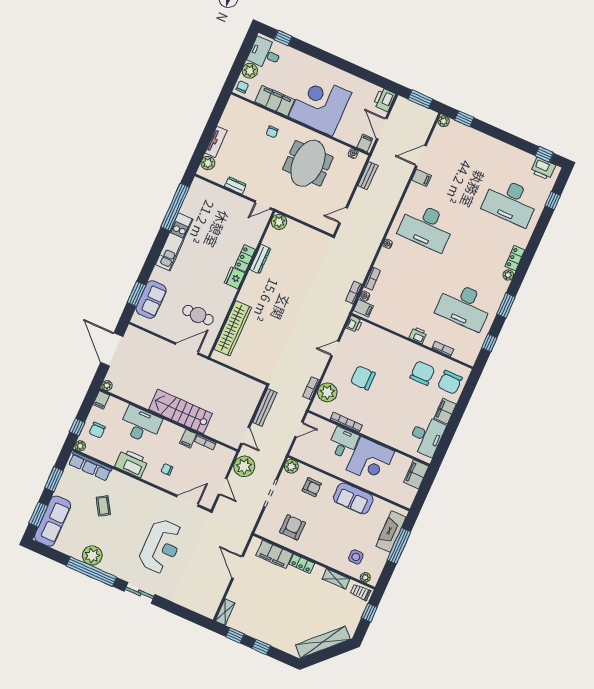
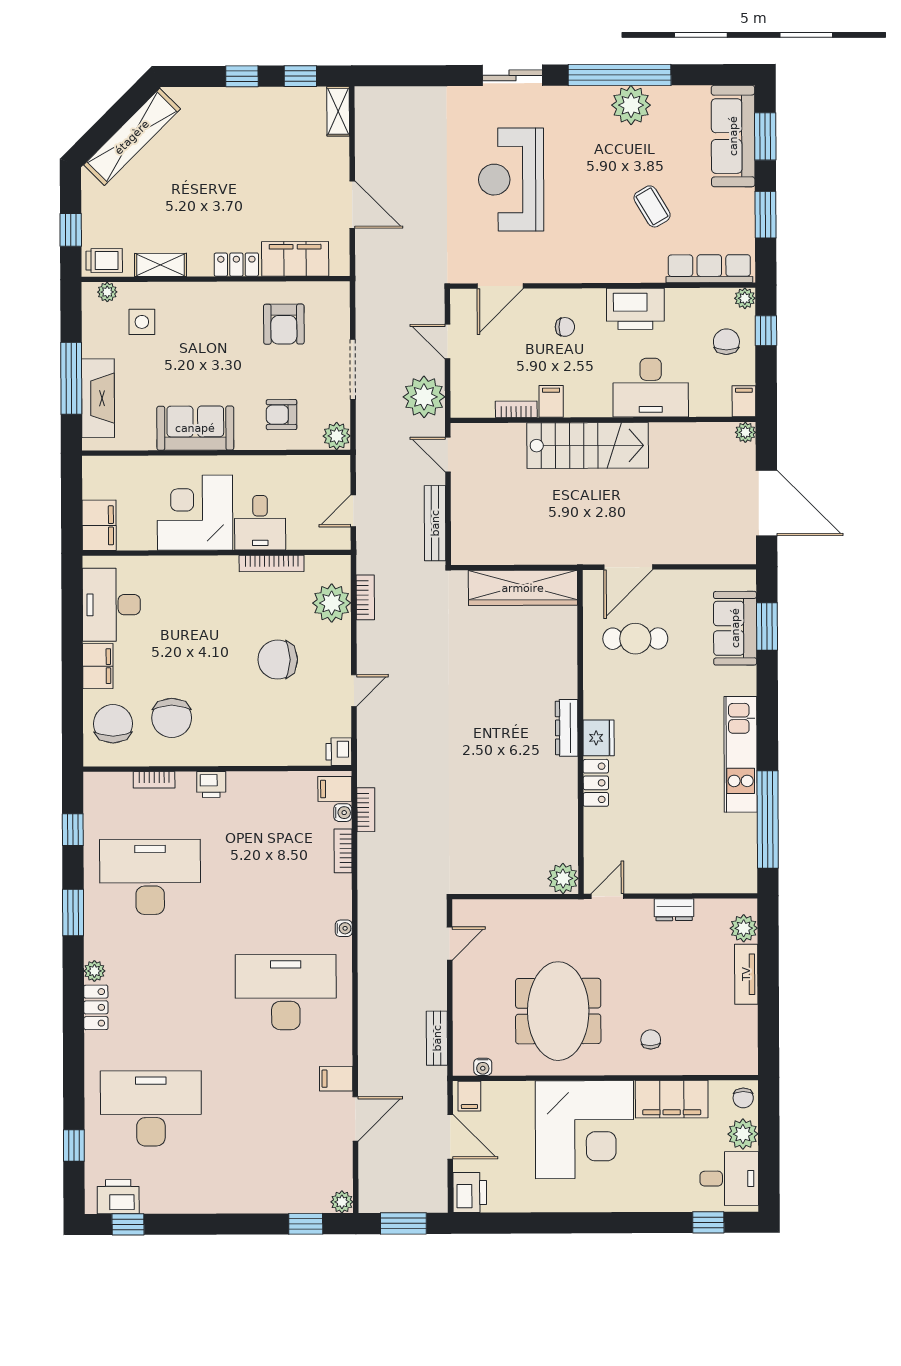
dresser: (260, 259) -> (567, 728), moved
wardrobe: (233, 328) -> (523, 588), moved, turned -90
chair: (363, 378) -> (278, 660), turned 180

